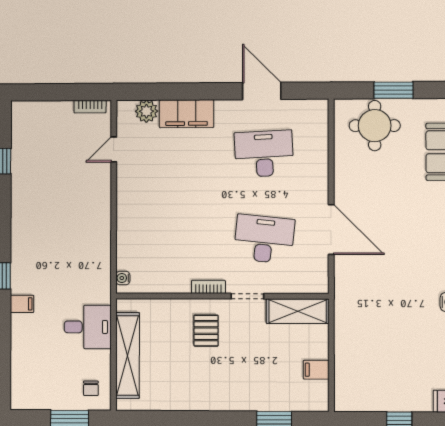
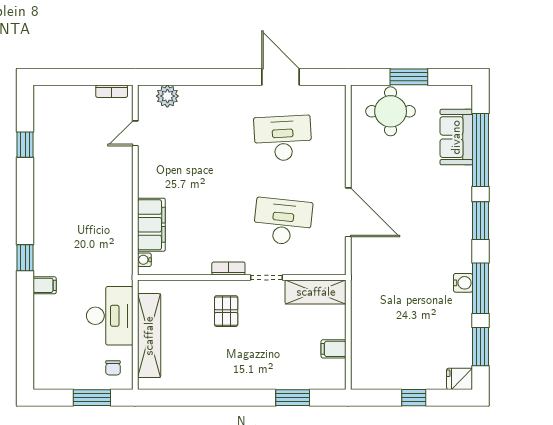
filing cabinet: (187, 114) -> (151, 225), moved, turned -90
desk: (88, 327) -> (110, 316), width x1.37

